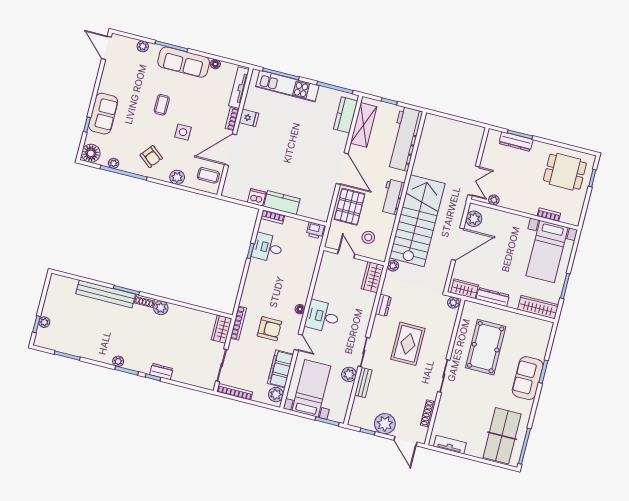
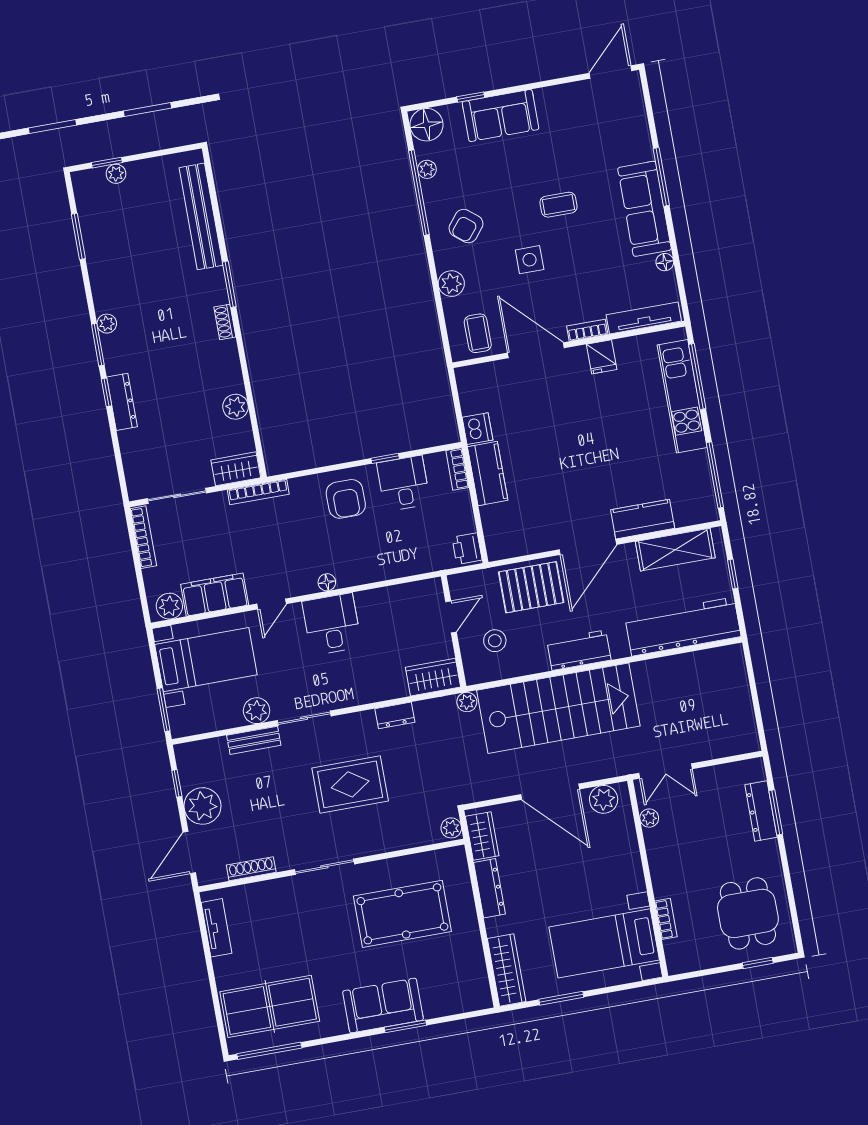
plant: (143, 46) -> (640, 130), removed
kitchen counter: (346, 115) -> (643, 519), moved
bench: (106, 294) -> (201, 216), moved
plant: (161, 308) -> (236, 407), moved
armchair: (269, 329) -> (346, 499), moved
dresser: (161, 372) -> (122, 402), width x1.44

